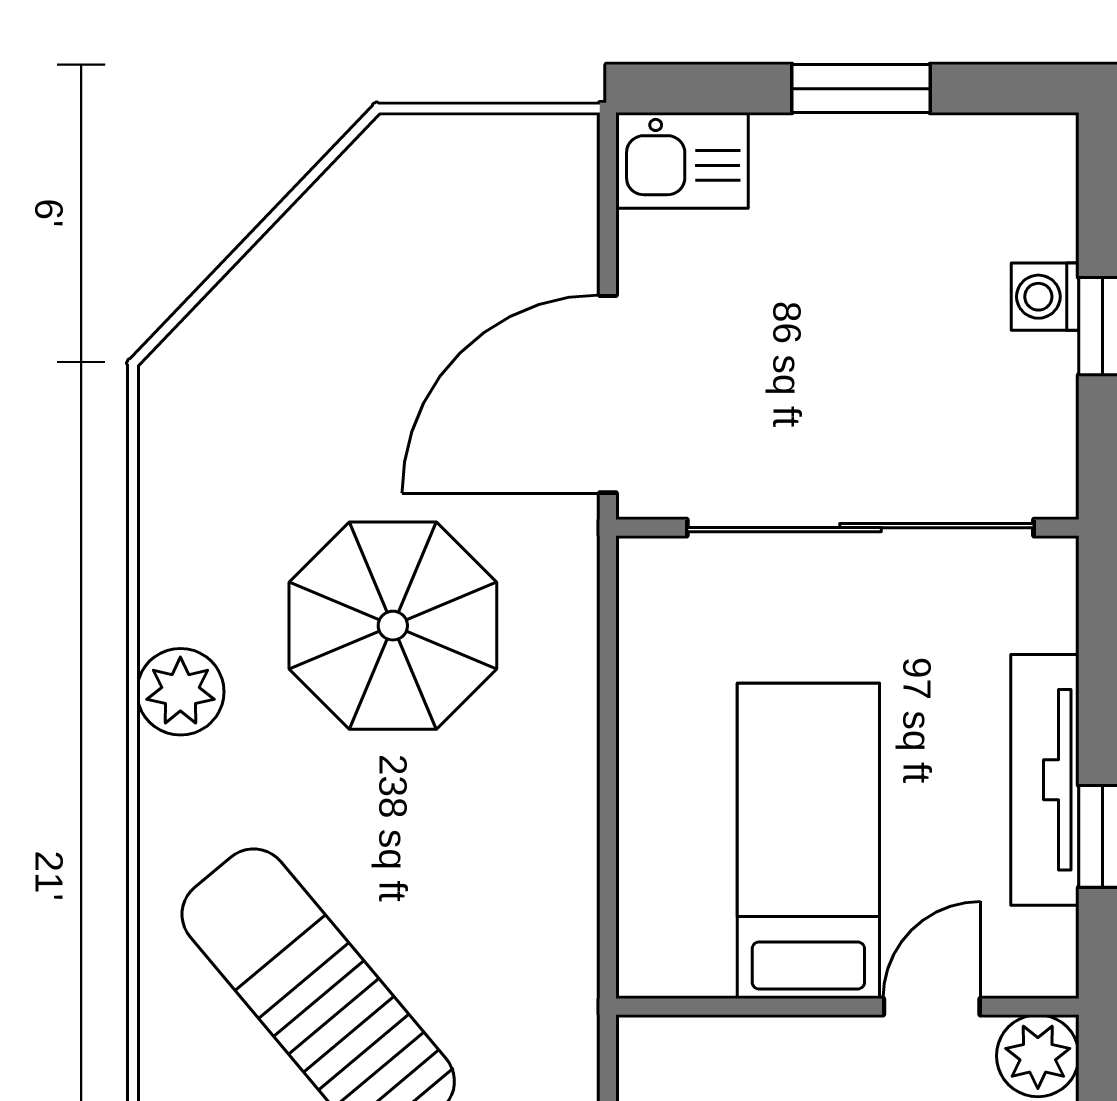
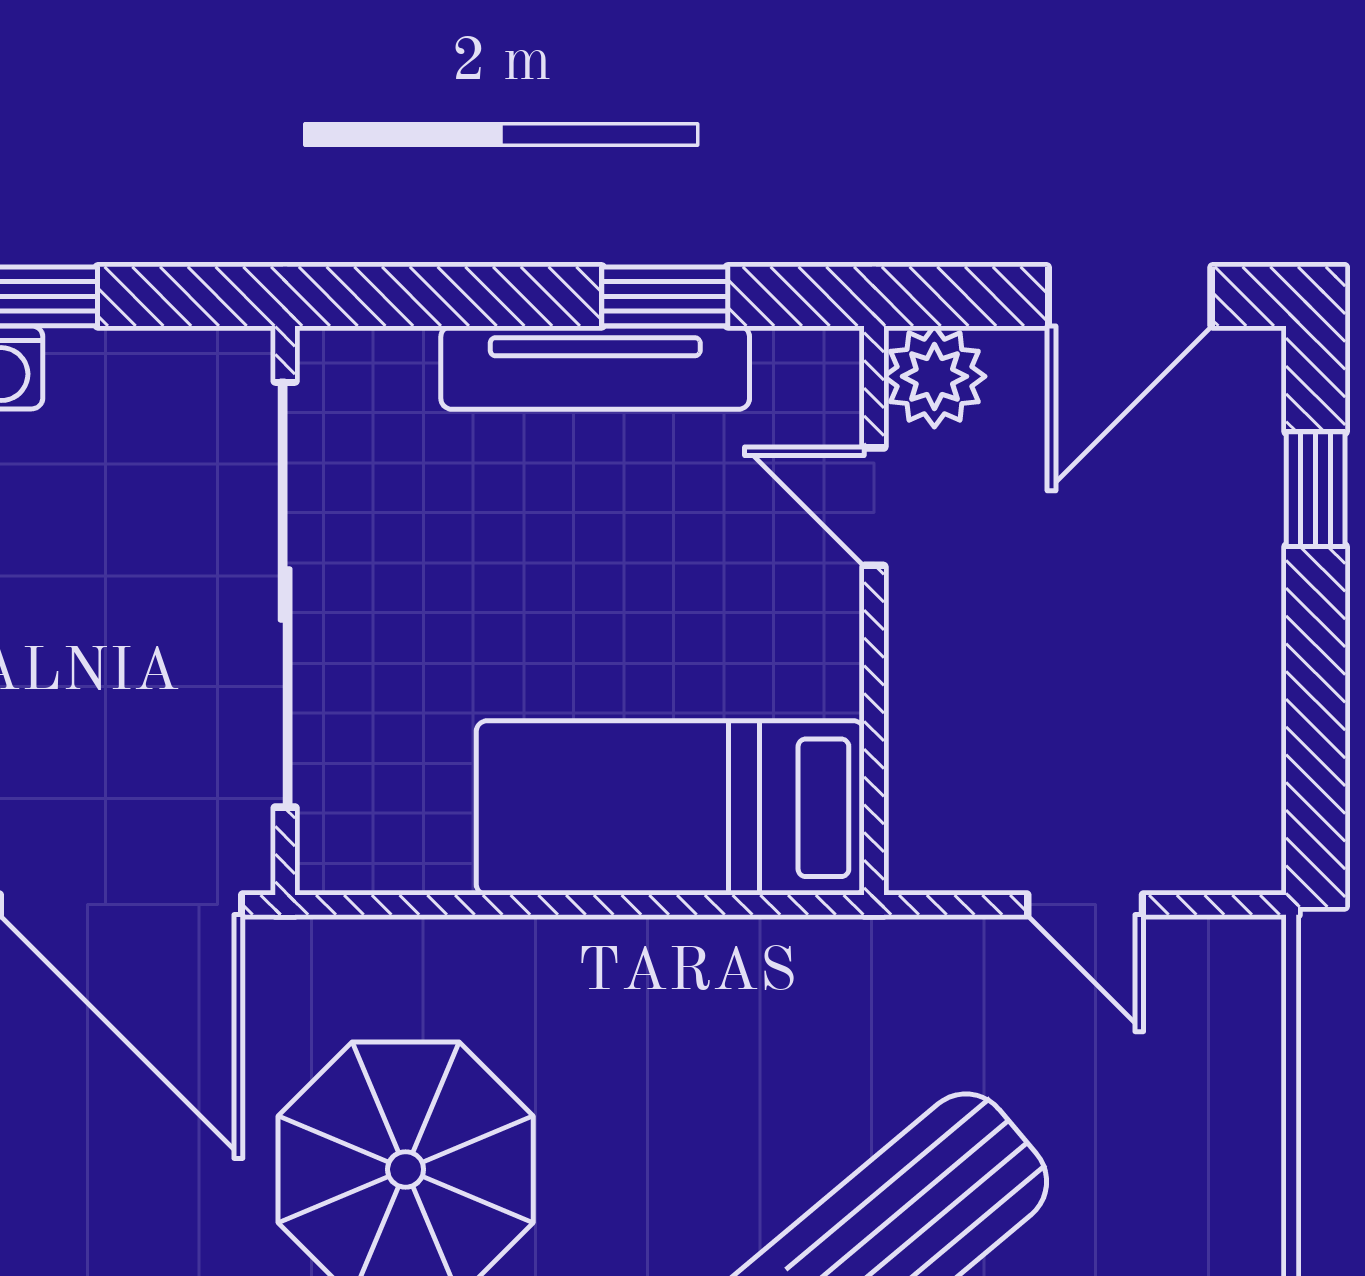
bed: (808, 841) -> (670, 808), moved

